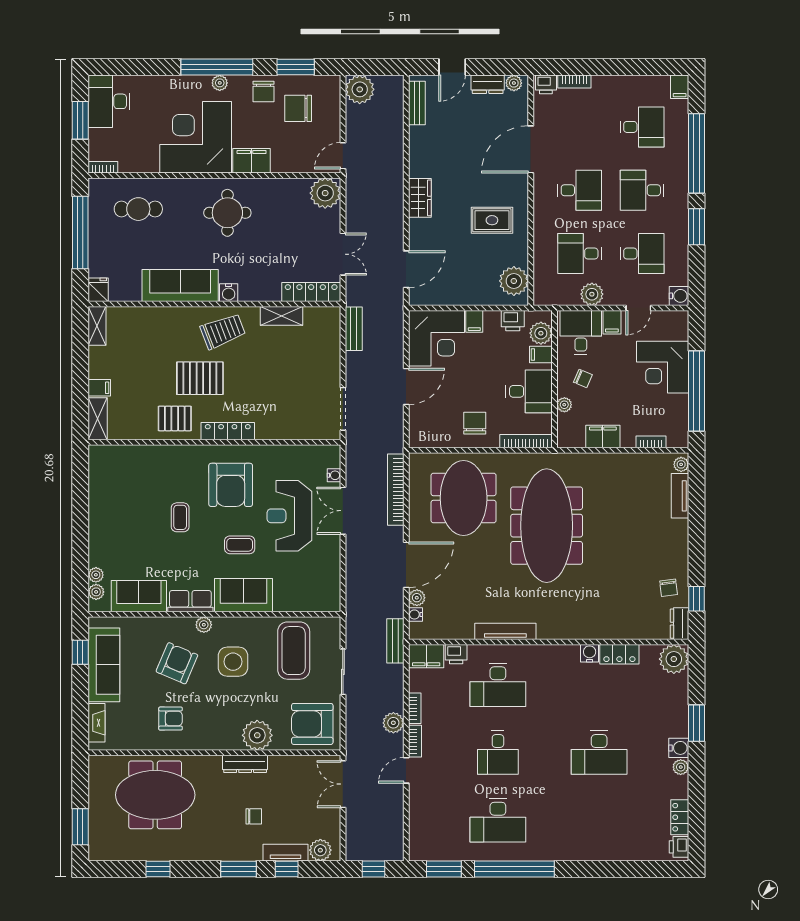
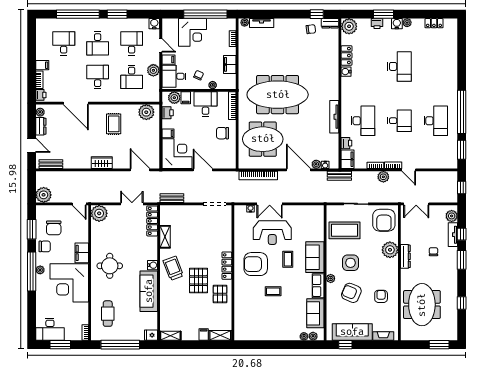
filing cabinet: (680, 87) -> (42, 65), moved
armchair: (231, 485) -> (256, 264), turned 180
printer: (679, 847) -> (377, 24), moved

